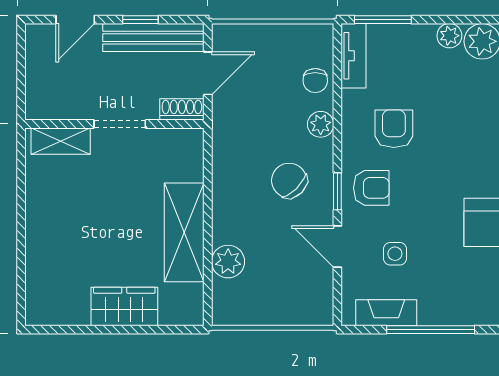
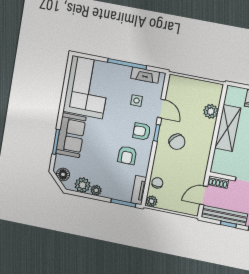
plant: (321, 124) -> (151, 201), moved

